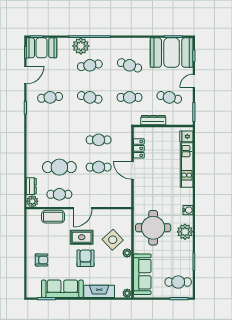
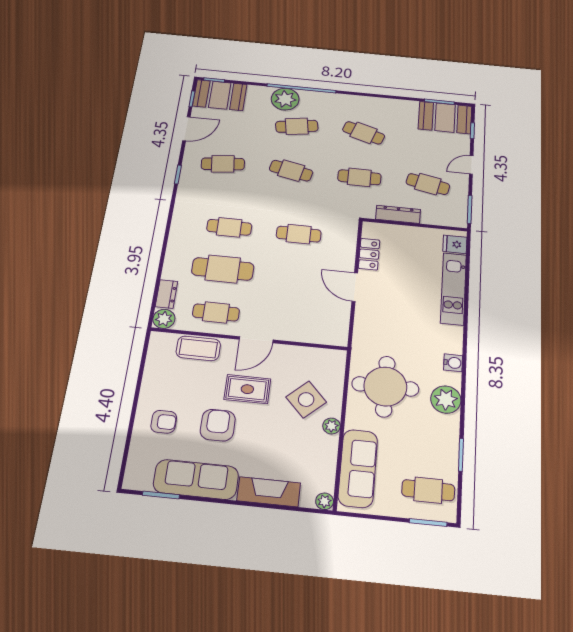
booth: (172, 53) -> (445, 118), width x0.73, depth x0.70
cafe table: (99, 167) -> (229, 227), moved
armchair: (85, 258) -> (218, 425), moved

